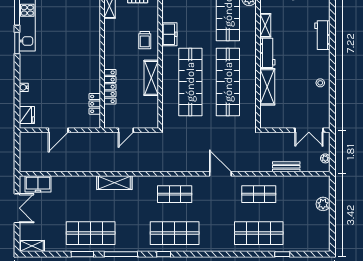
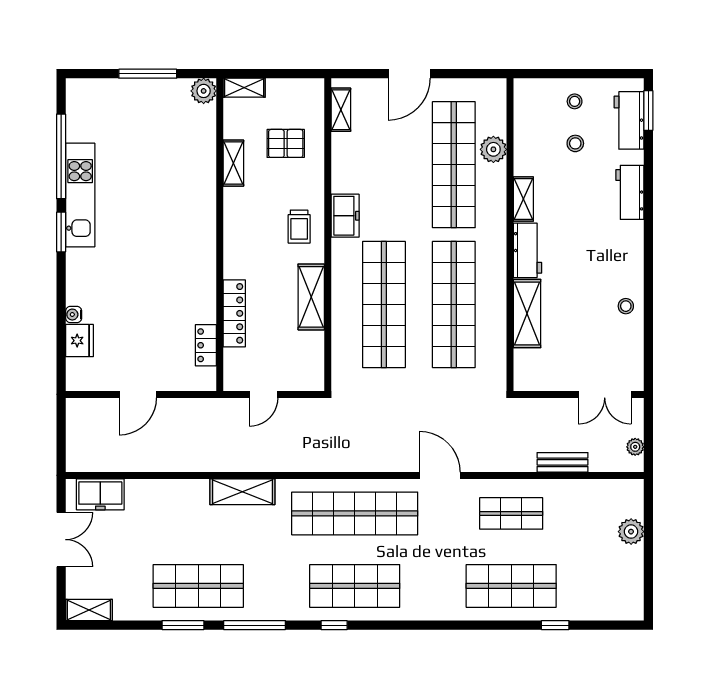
workbench: (322, 35) -> (630, 192), moved
fridge: (27, 115) -> (79, 341), moved
shop shelf: (175, 194) -> (355, 513), width x2.00, depth x1.36

